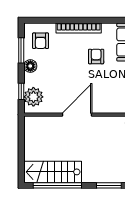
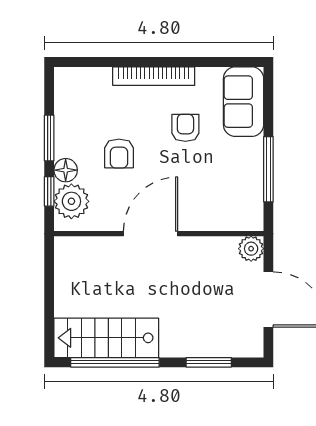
armchair: (41, 41) -> (119, 154), moved
window: (21, 50) -> (49, 138), moved
floor lamp: (30, 66) -> (66, 170), moved

